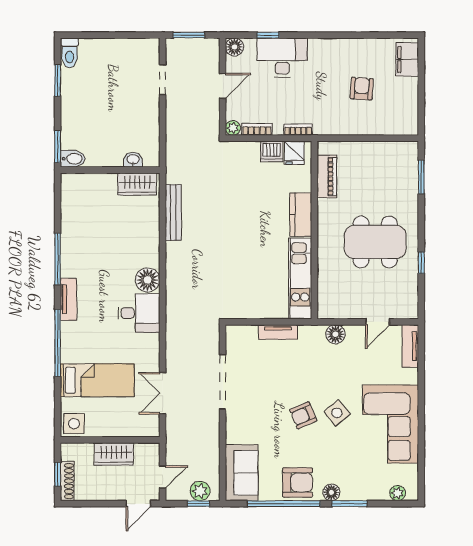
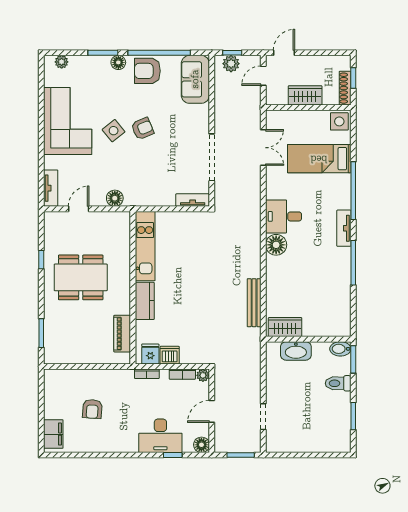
toilet: (70, 53) -> (338, 383), moved, turned -90
washbasin: (133, 160) -> (296, 351), width x1.91, depth x1.45
tv unit: (278, 332) -> (193, 200), moved
shoe rack: (67, 481) -> (345, 88), moved

